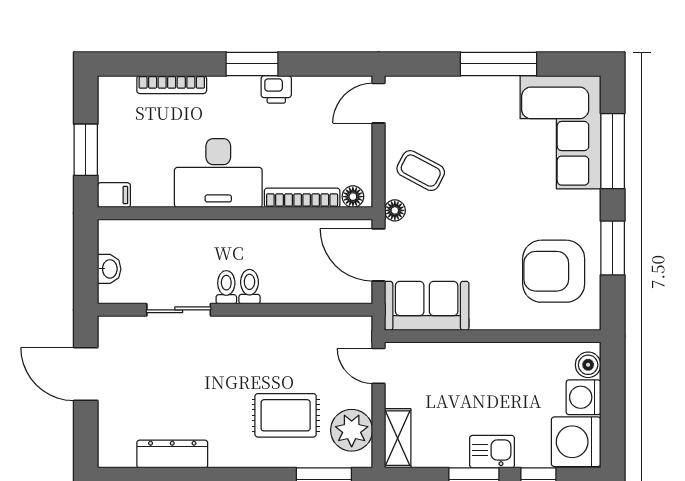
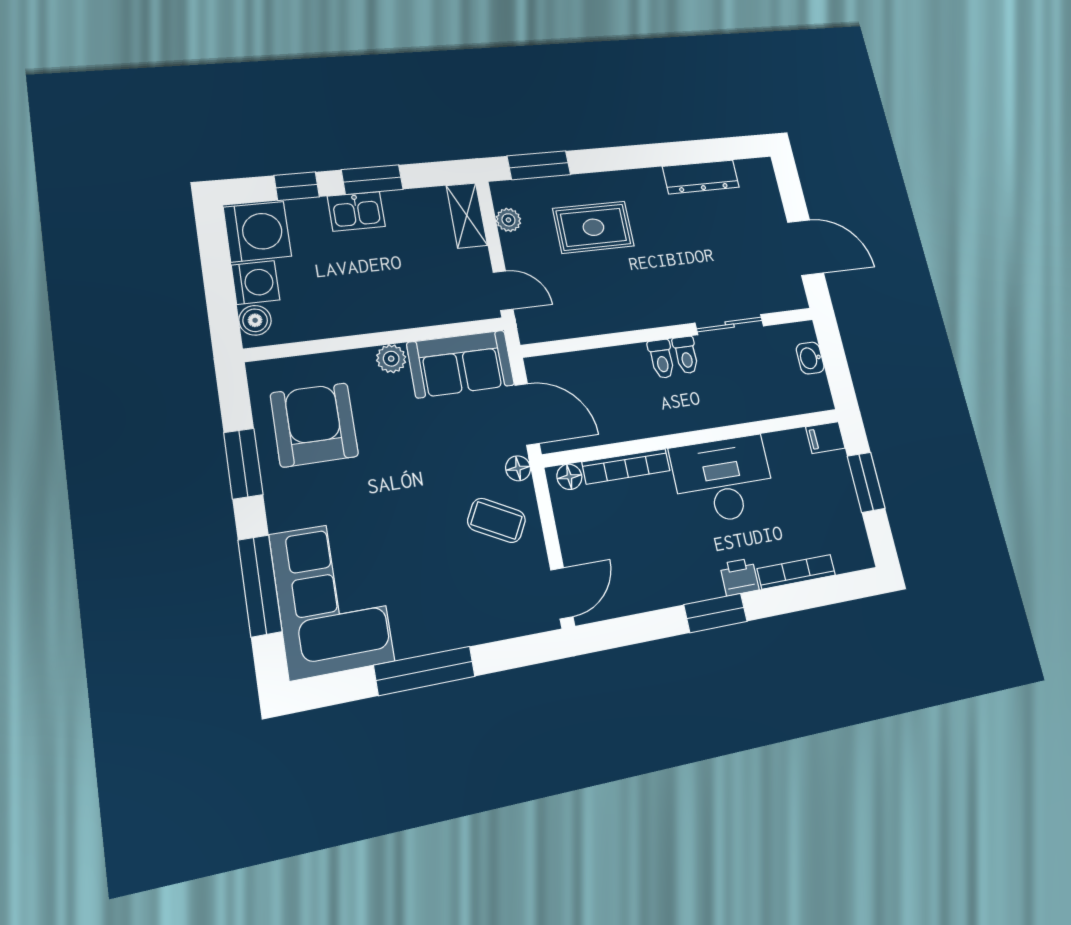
printer: (276, 89) -> (739, 577), moved
armchair: (554, 271) -> (314, 425), turned -90
plant: (484, 318) -> (391, 359), added
plant: (352, 430) -> (508, 220), width x0.53, depth x0.53

